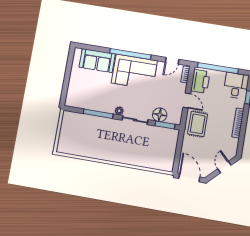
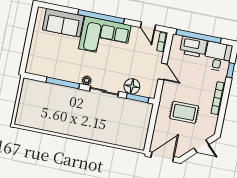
door: (172, 61) -> (148, 26), hinge flipped
printer: (200, 81) -> (193, 47), moved, turned 90
rug: (198, 124) -> (184, 112), moved, turned 90
door: (224, 167) -> (201, 146), swing flipped
door: (189, 178) -> (162, 157), hinge flipped

